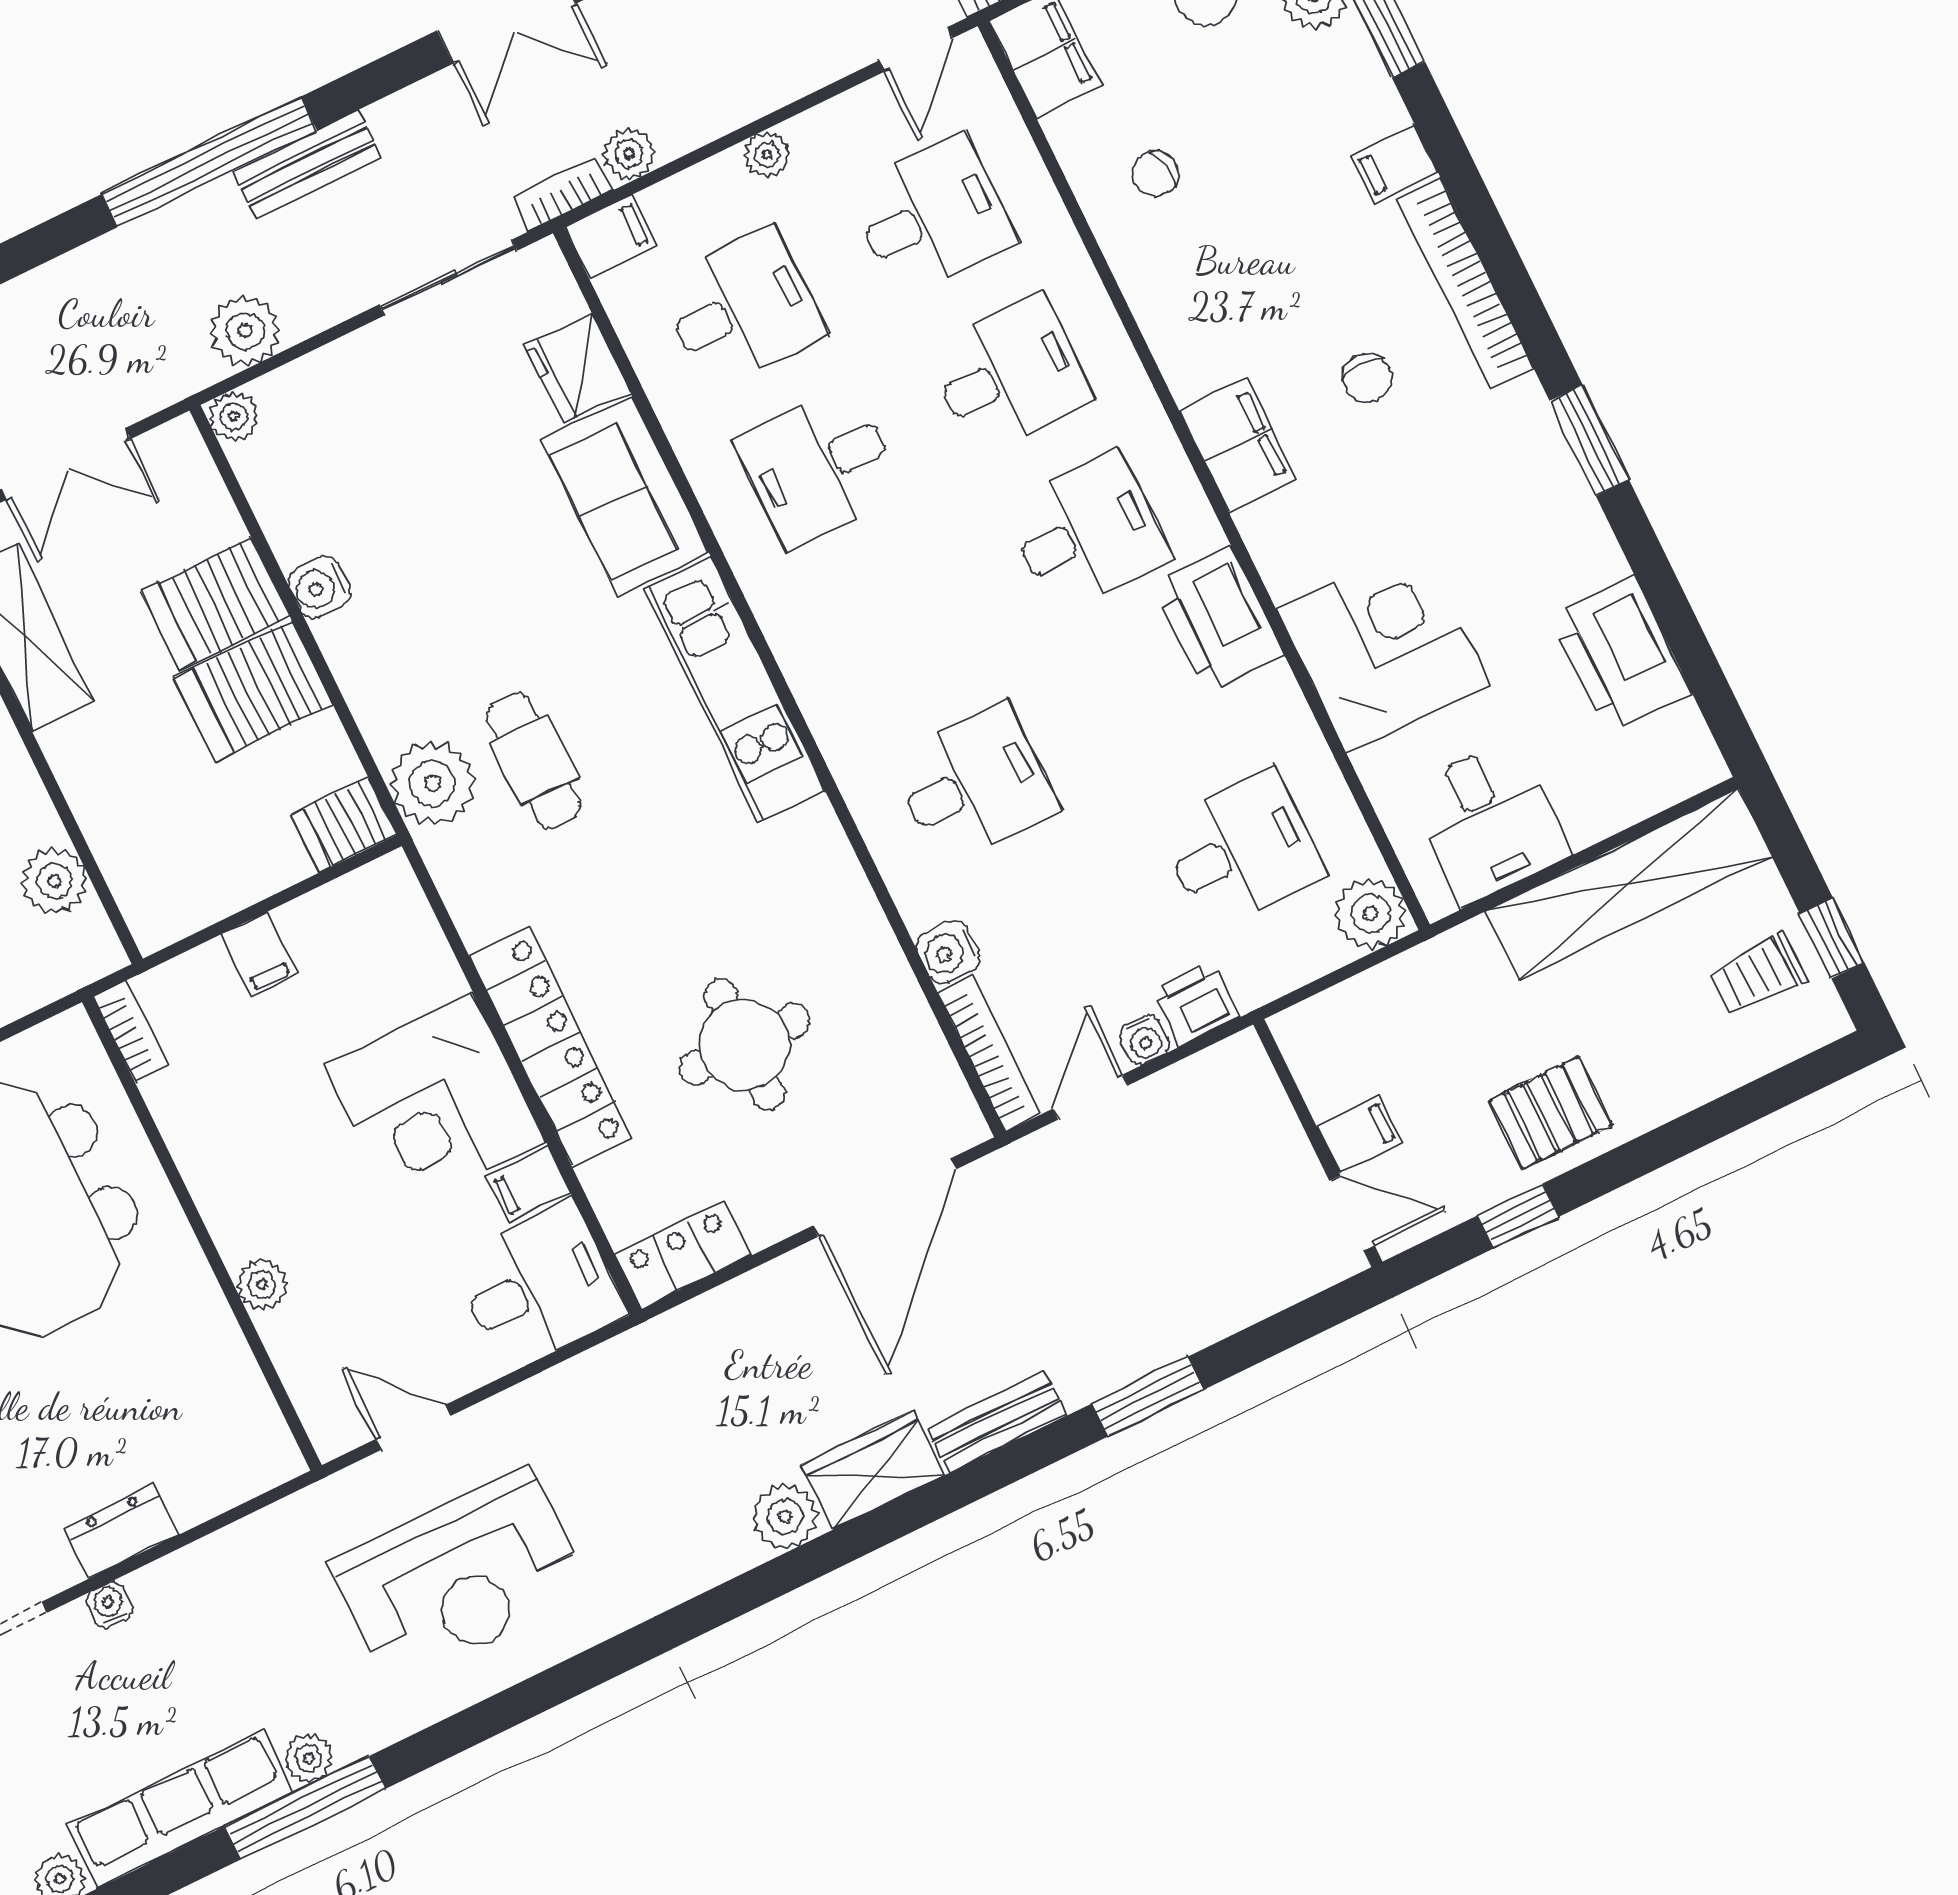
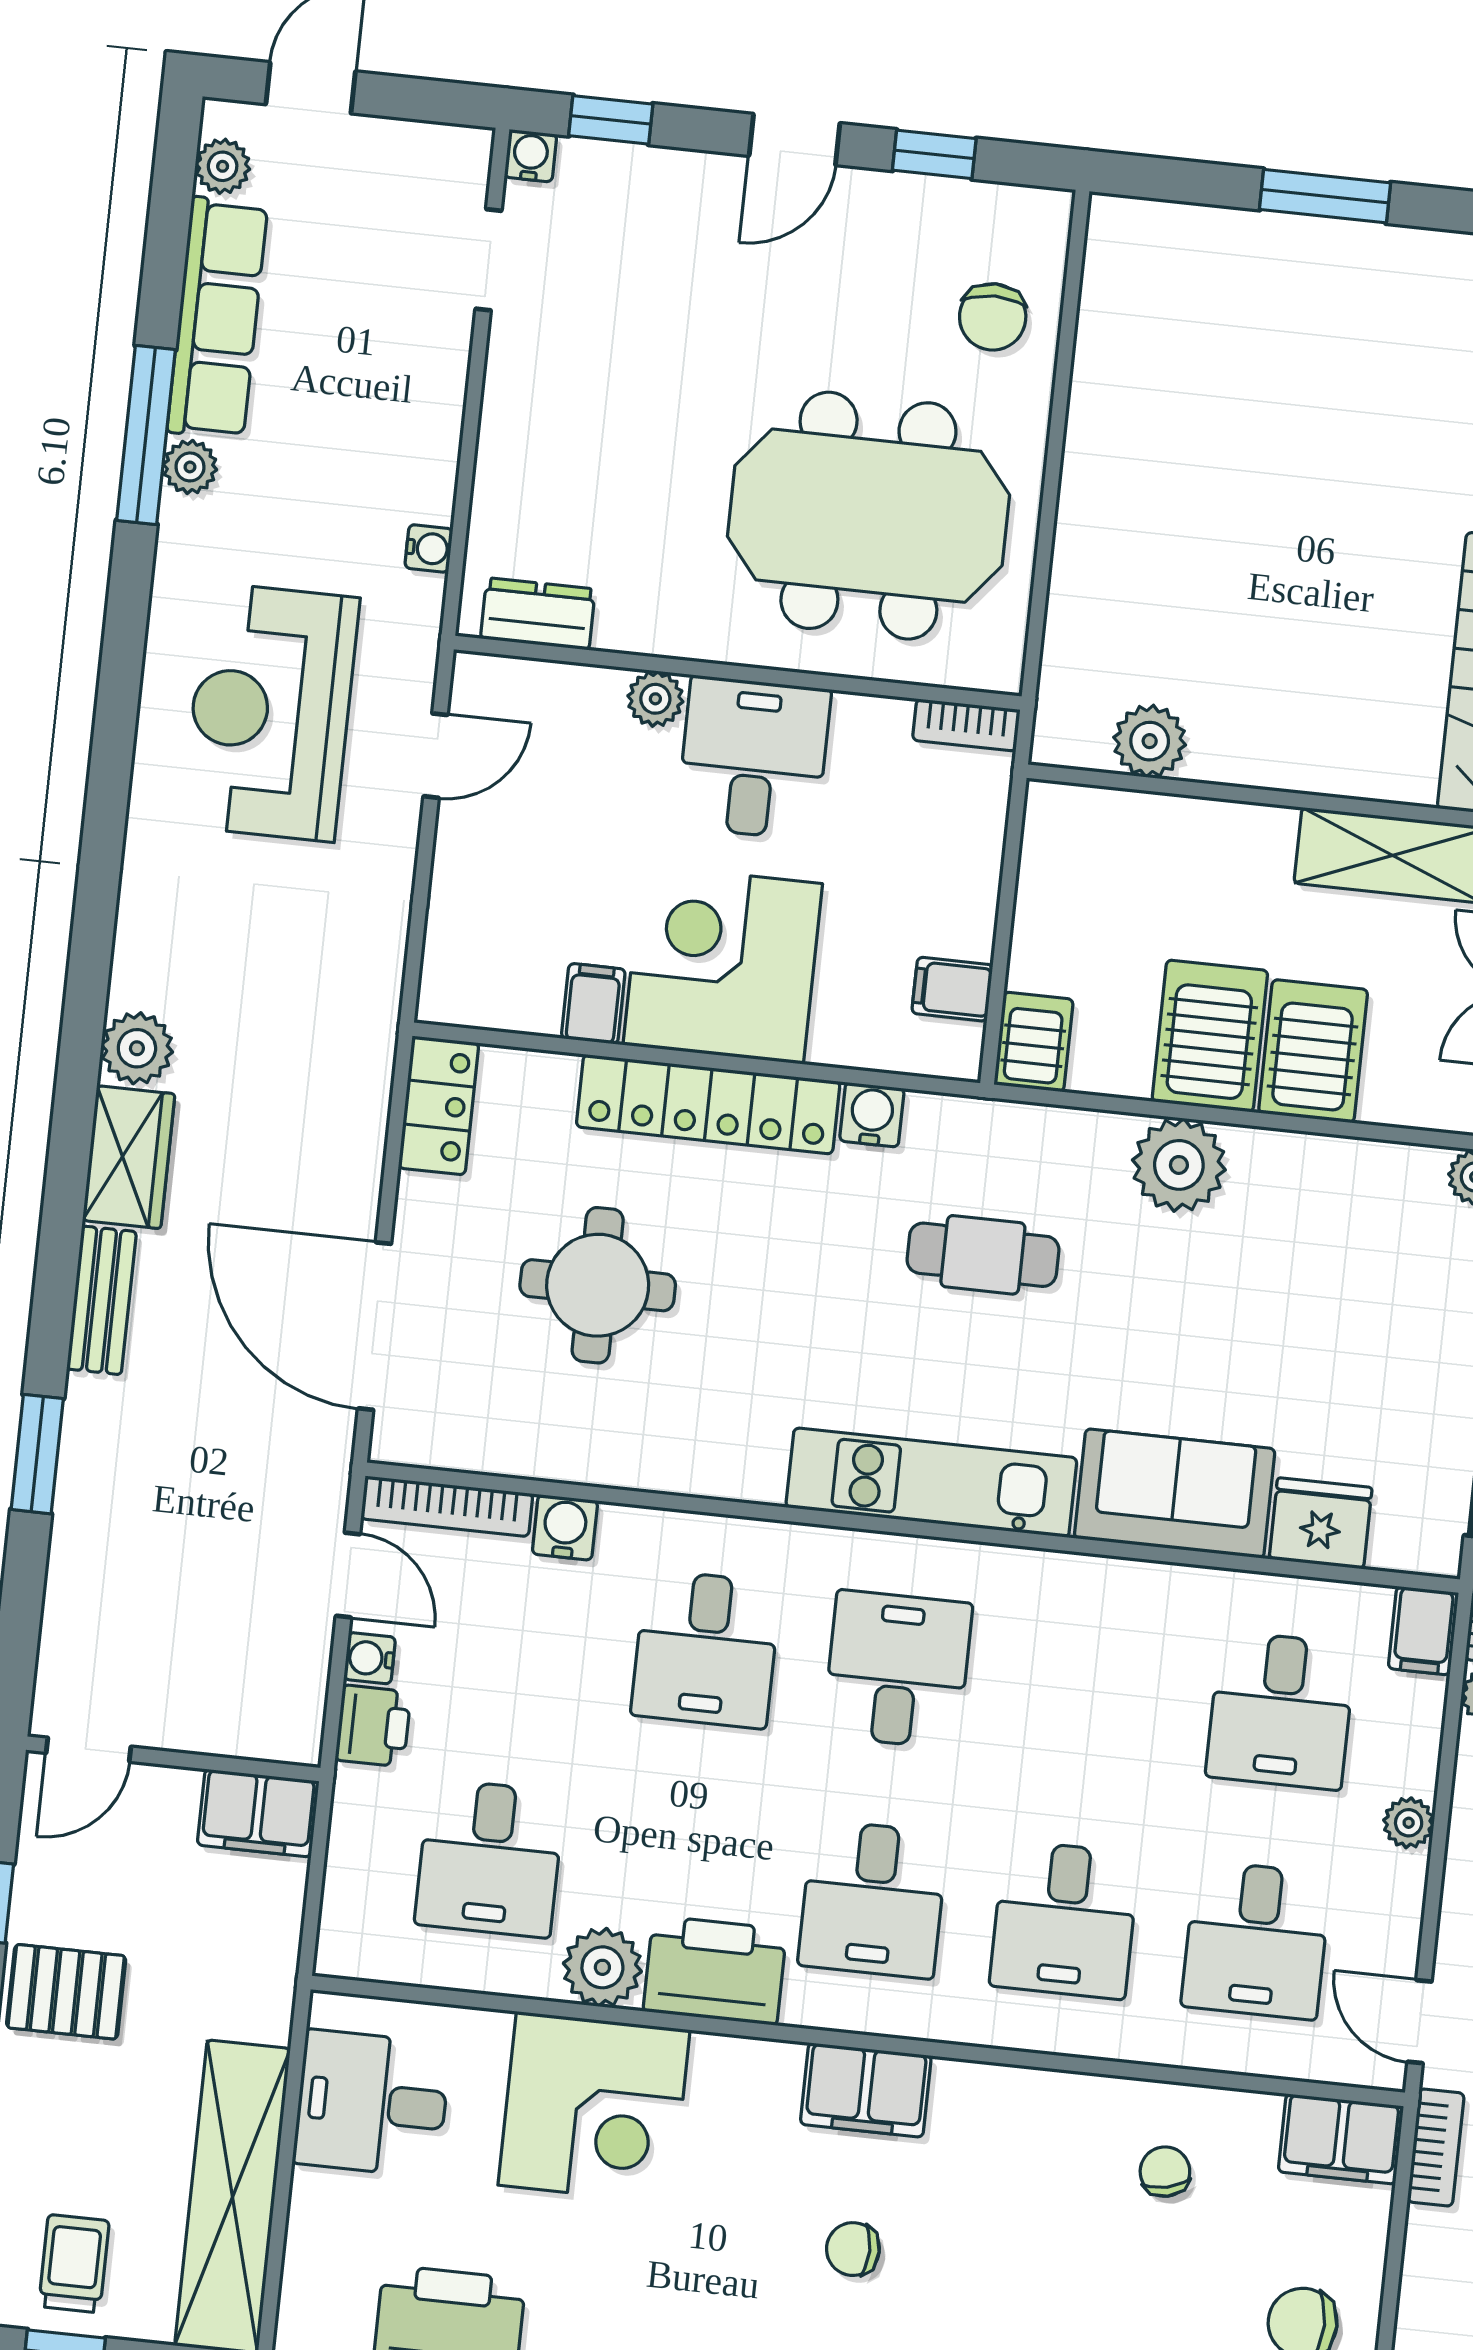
desk: (819, 467) -> (897, 1670), moved
water cooler: (319, 587) -> (872, 1115), moved
plant: (433, 783) -> (1179, 1165), moved
plant: (1371, 914) -> (602, 1967), moved
filing cabinet: (259, 954) -> (952, 989), moved
pallet: (1550, 1113) -> (66, 1992), turned 90
filing cabinet: (1359, 1134) -> (258, 1813), moved, width x2.00
desk: (539, 1286) -> (754, 758), moved, turned 180
dresser: (121, 1532) -> (538, 614), moved, turned -90
water cooler: (109, 1605) -> (429, 548), moved

